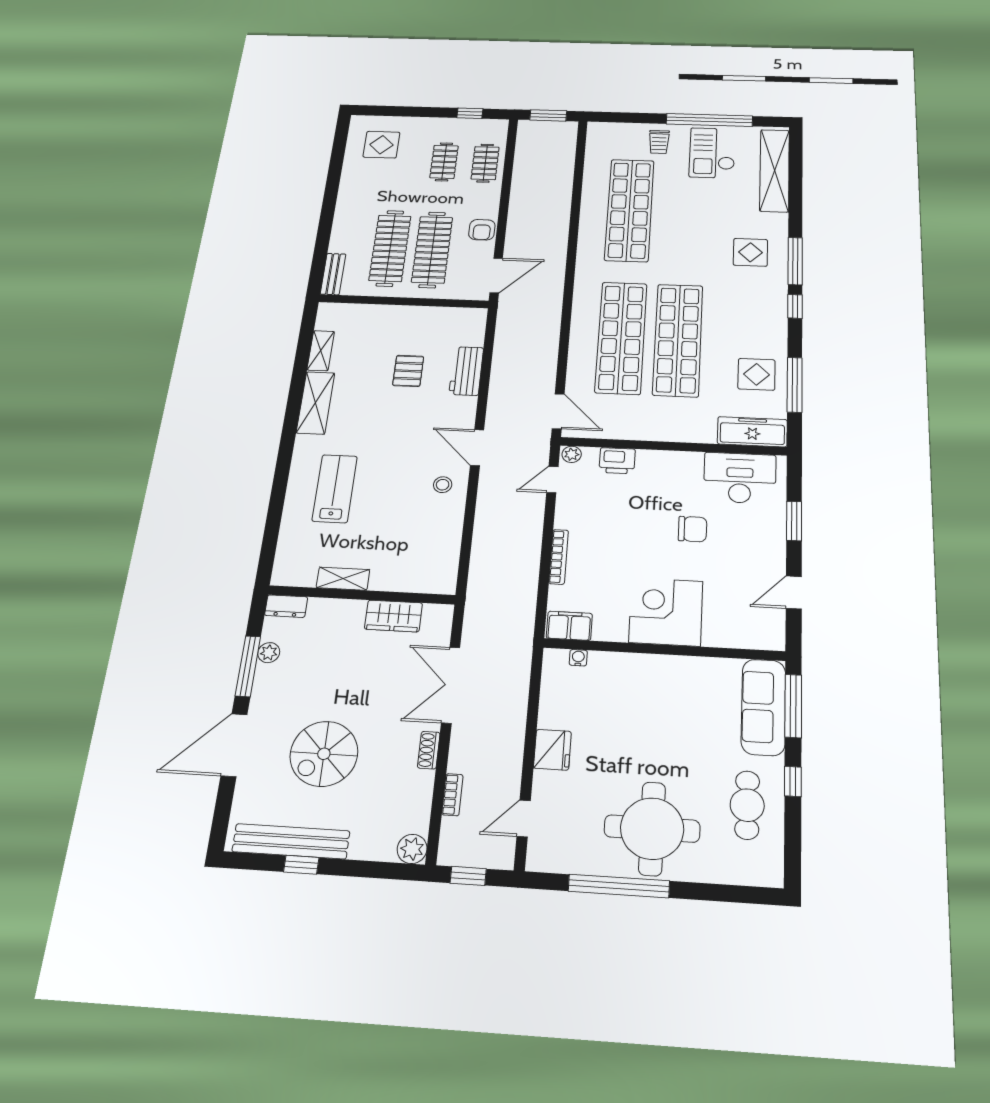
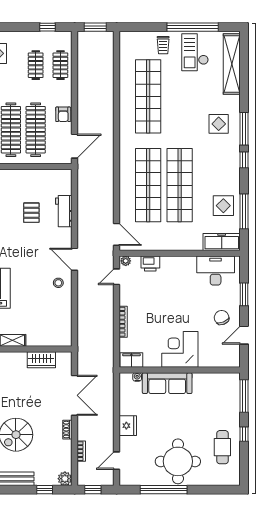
chair: (693, 529) -> (222, 318), moved, turned -112
double door: (451, 685) -> (75, 395), swing flipped
sofa: (764, 707) -> (167, 383), moved, turned -90
window: (301, 865) -> (45, 490), moved

